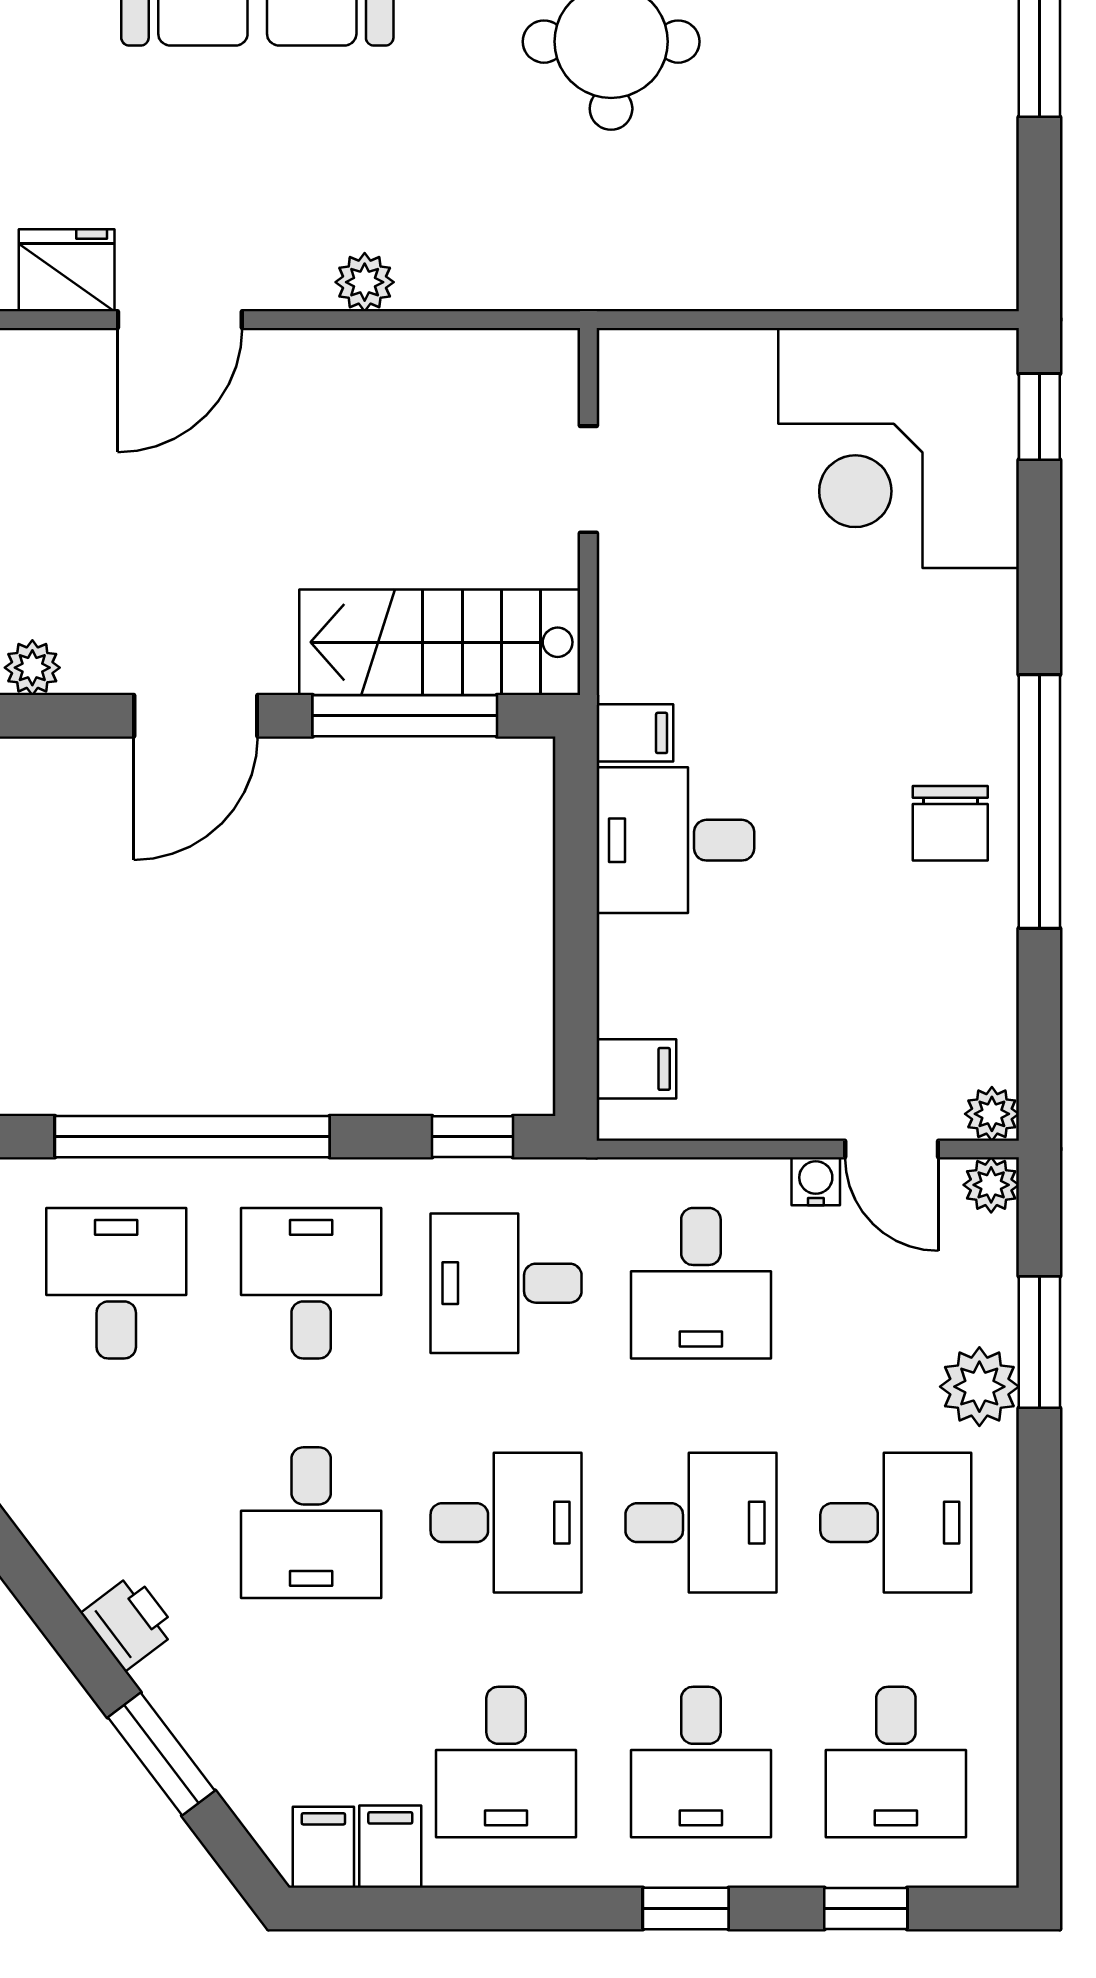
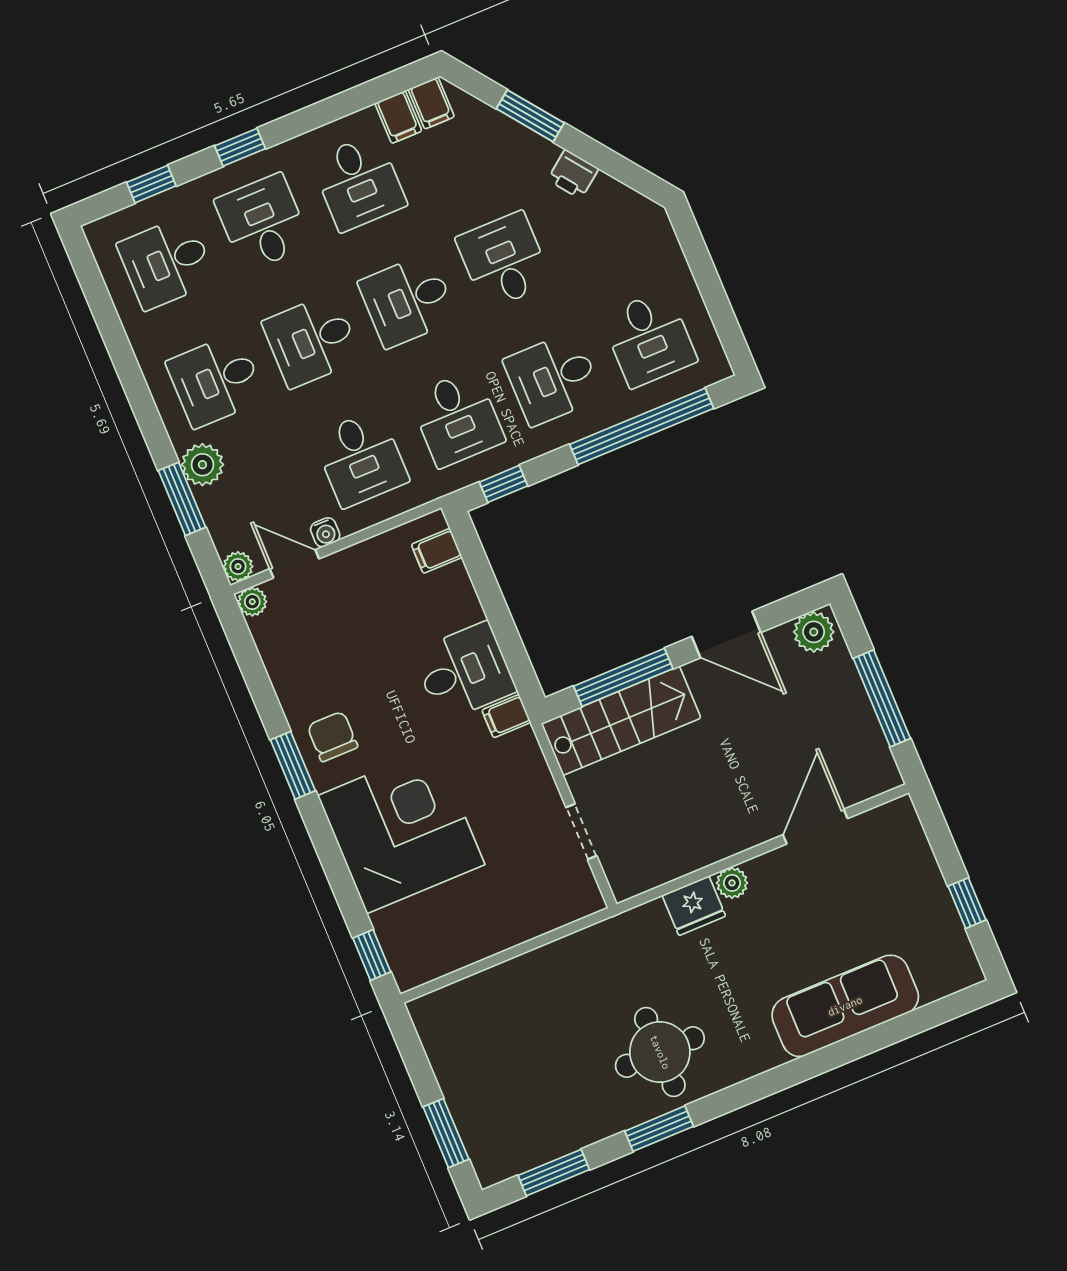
fridge: (67, 270) -> (694, 906), moved
corner desk: (899, 448) -> (401, 830), moved
plant: (32, 668) -> (814, 632), width x1.38, depth x1.38
door: (196, 716) -> (726, 635), swing flipped
window: (1039, 802) -> (293, 765), width x0.47
desk: (311, 1283) -> (553, 379), turned 90
desk: (506, 1283) -> (457, 419), turned 90
desk: (701, 1283) -> (361, 459), turned 180
desk: (506, 1762) -> (359, 183), turned 180
desk: (896, 1762) -> (167, 263), turned -90

